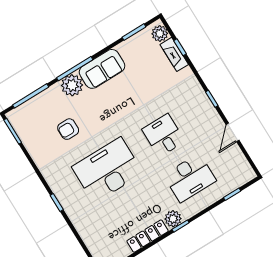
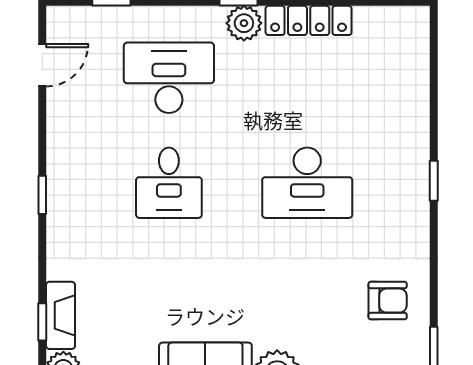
armchair: (68, 129) -> (388, 301), moved
door: (233, 132) -> (42, 65), moved
desk: (107, 170) -> (307, 183), width x0.73, depth x0.77

